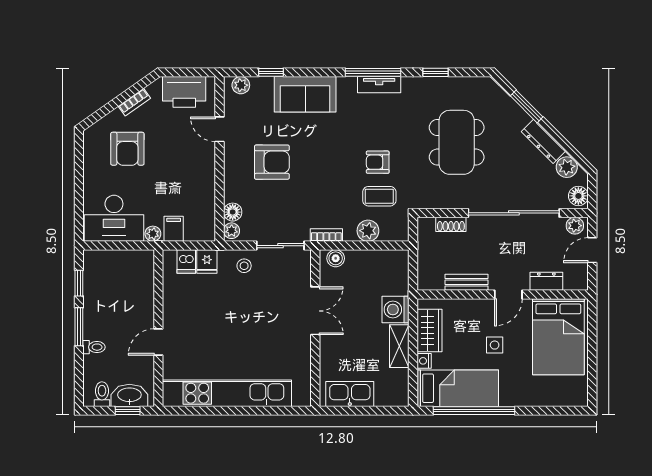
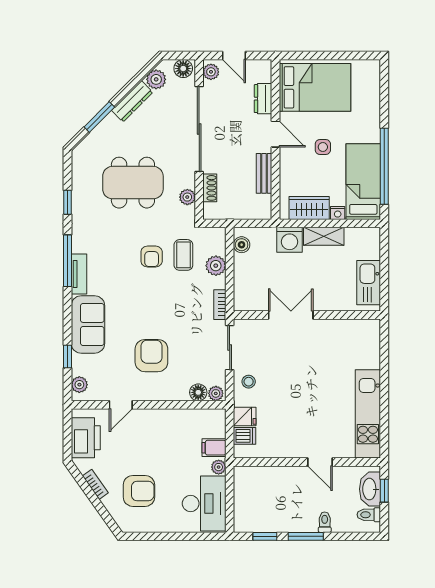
tv unit: (379, 85) -> (79, 274), moved
plant: (441, 200) -> (187, 197), added
boiler: (336, 258) -> (242, 245), moved
kitchen unit: (227, 393) -> (368, 414), width x0.73

